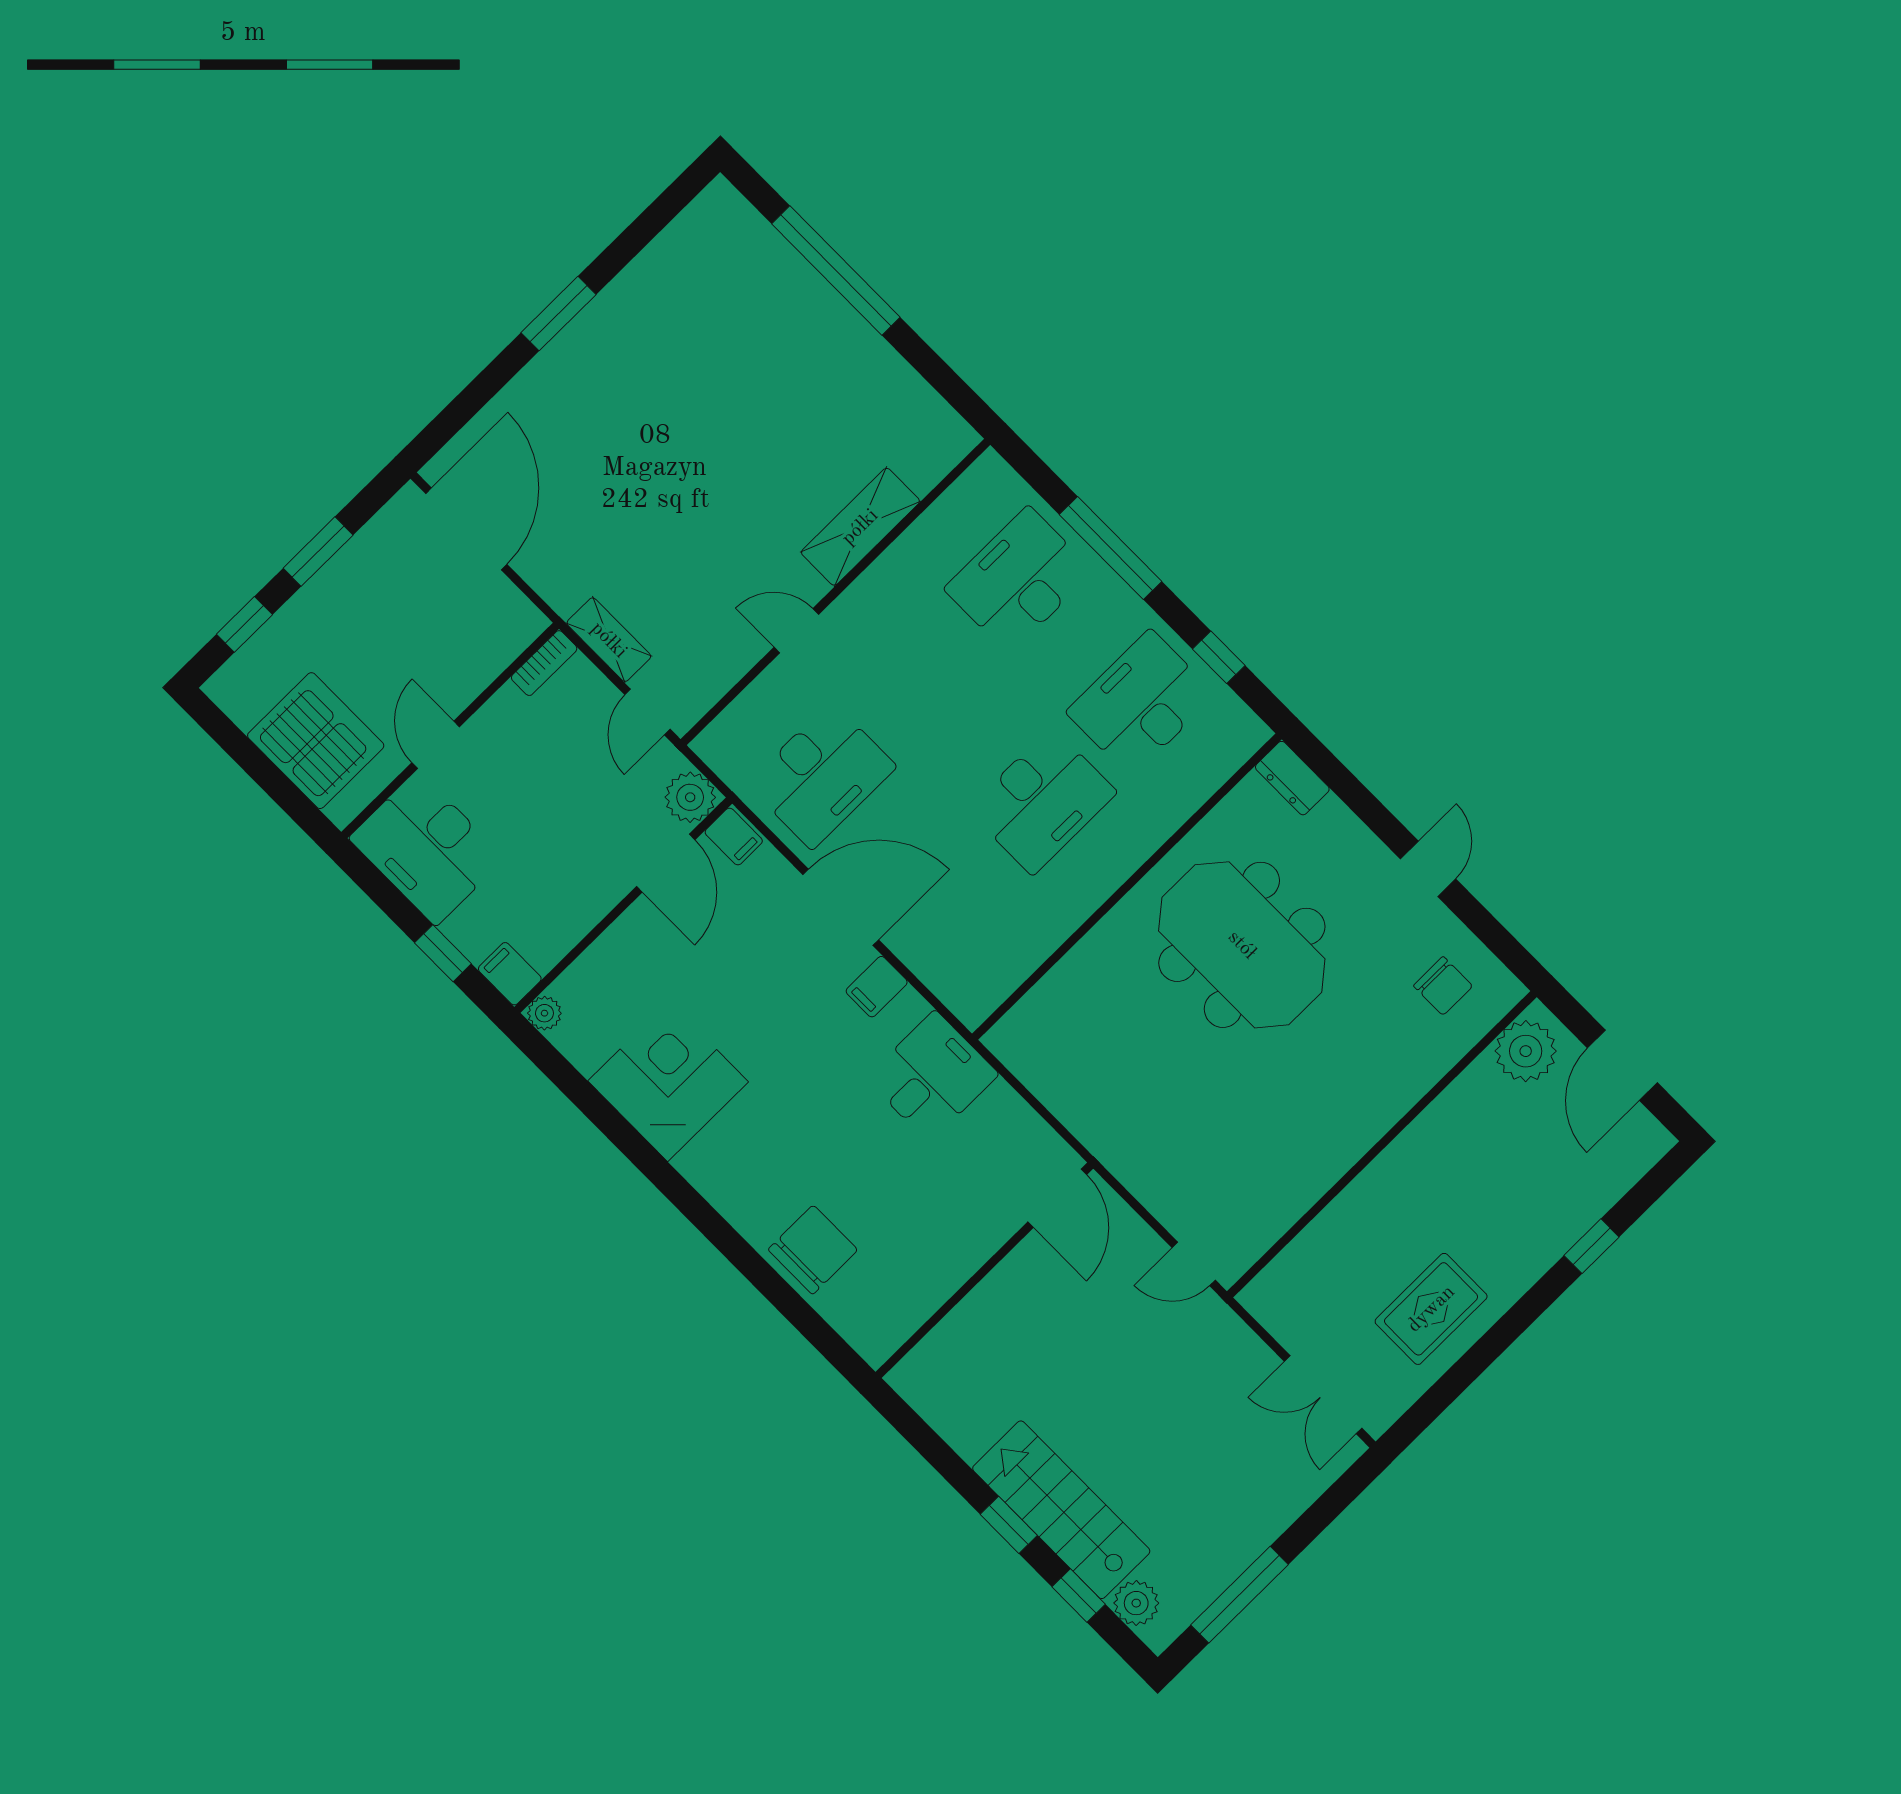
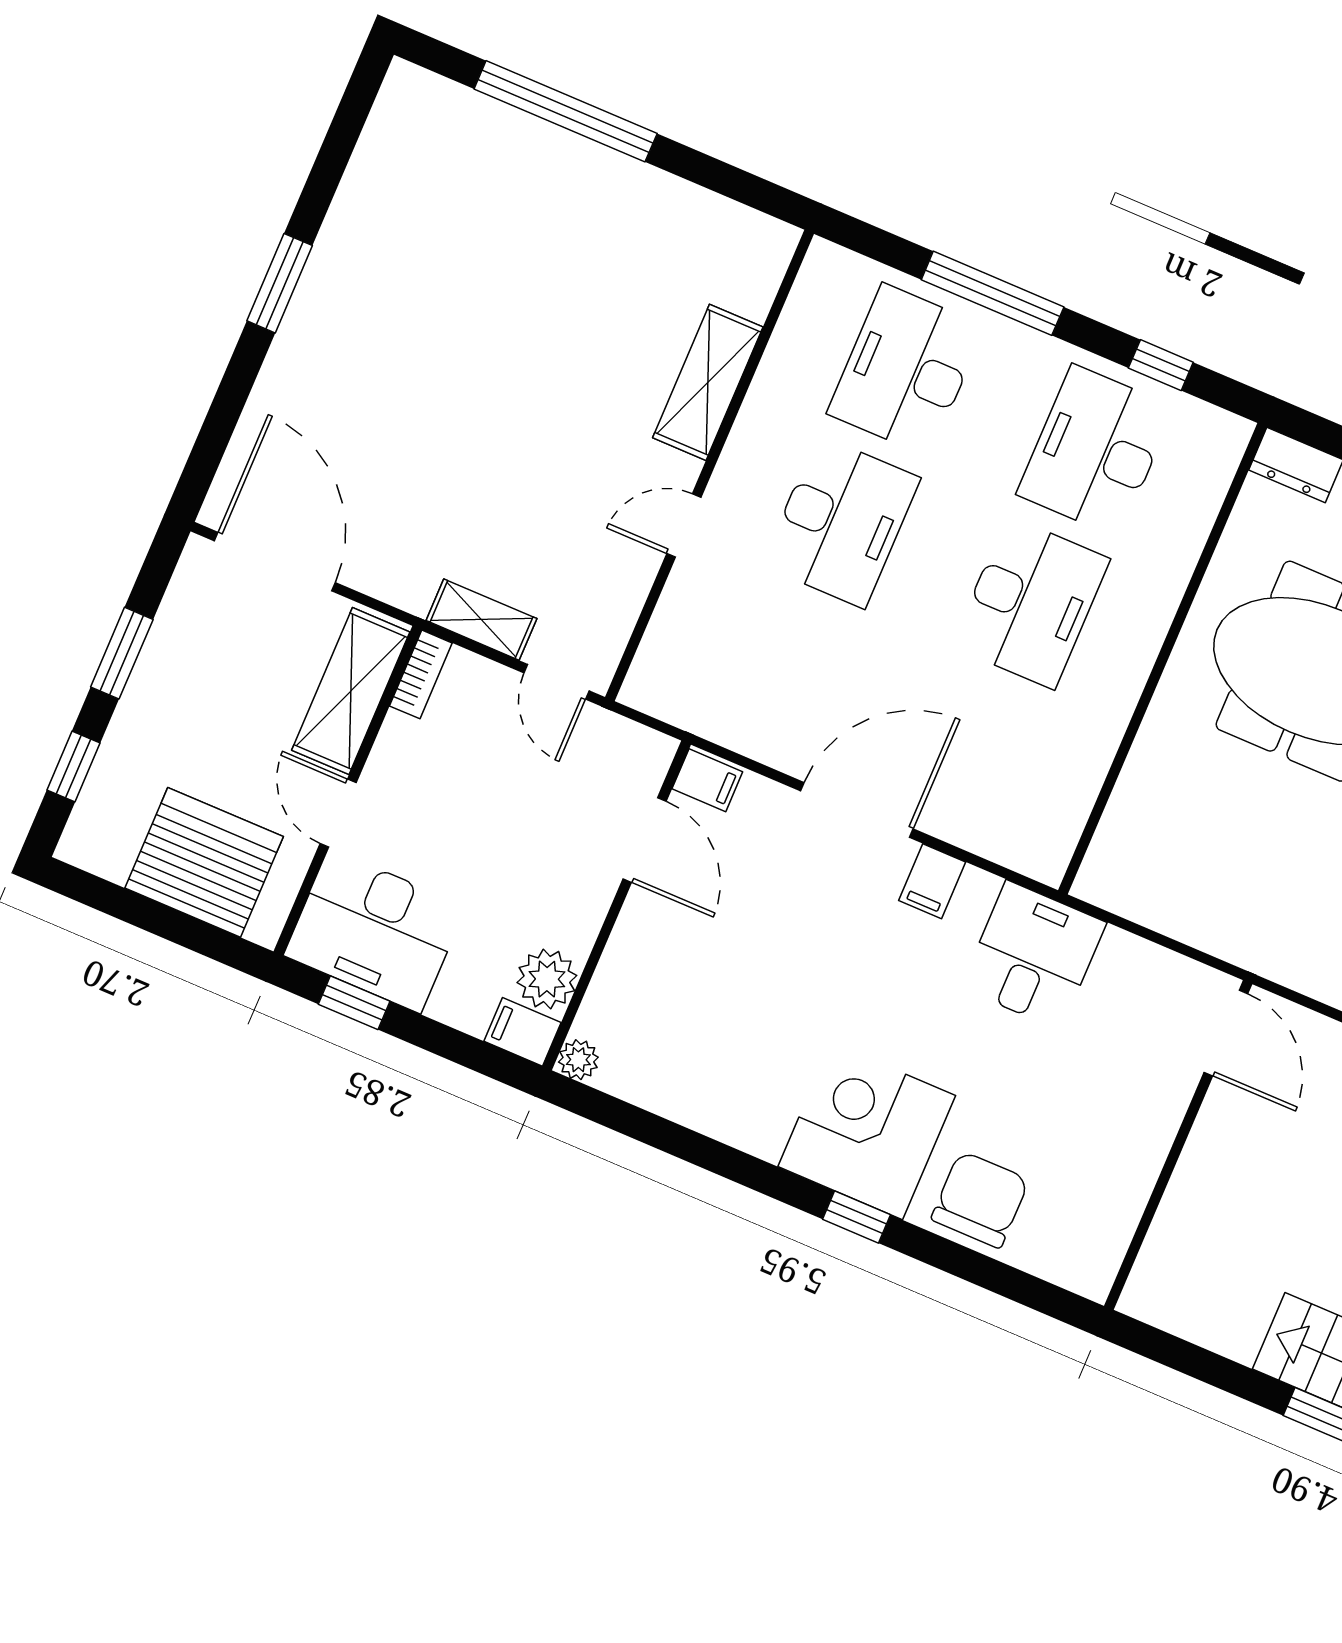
shelving: (484, 654) -> (351, 691), added
desk: (821, 775) -> (841, 522), moved
plant: (690, 797) -> (547, 979), moved
window: (443, 953) -> (354, 1003), moved
corner desk: (668, 1081) -> (867, 1131), moved
window: (711, 1224) -> (856, 1217), added

